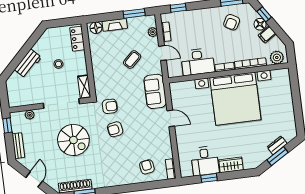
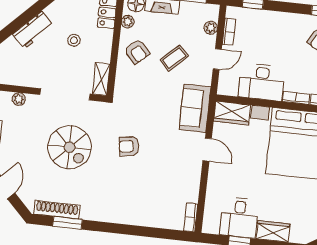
plant: (93, 42) -> (128, 22), added
door: (162, 53) -> (217, 59), hinge flipped
wardrobe: (182, 88) -> (232, 113), added
armchair: (110, 106) -> (137, 52), moved, turned 48
armchair: (147, 167) -> (160, 207), removed

